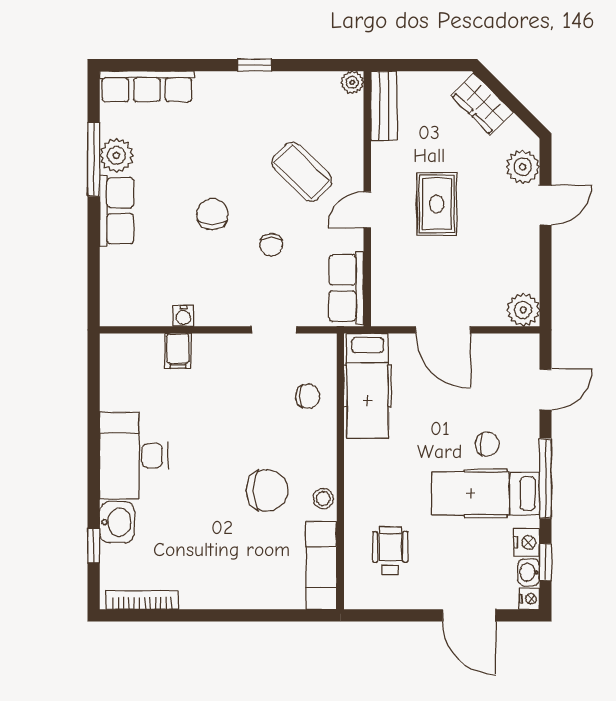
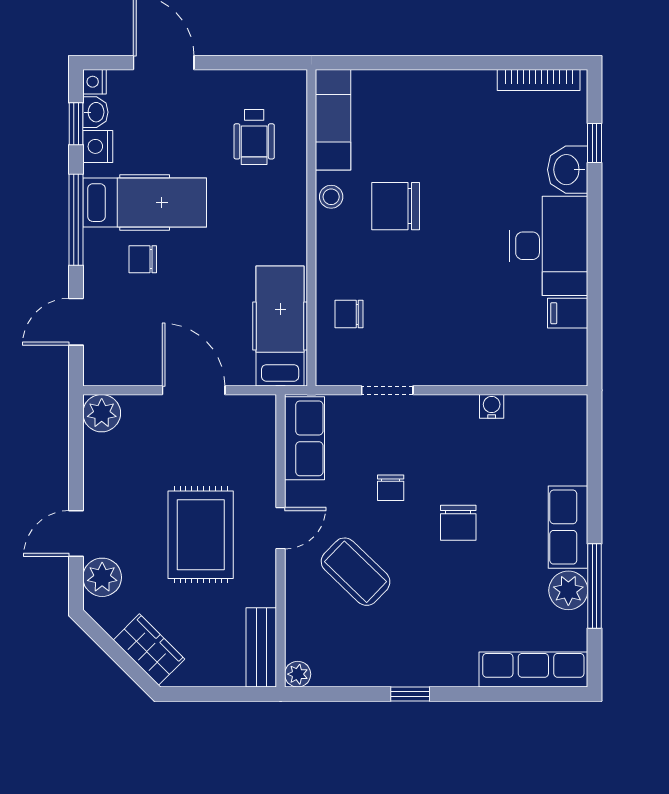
rug: (437, 204) -> (201, 535), width x1.36, depth x1.43
chair: (271, 245) -> (391, 488), turned 180
filing cabinet: (178, 351) -> (568, 313), moved, turned -90

